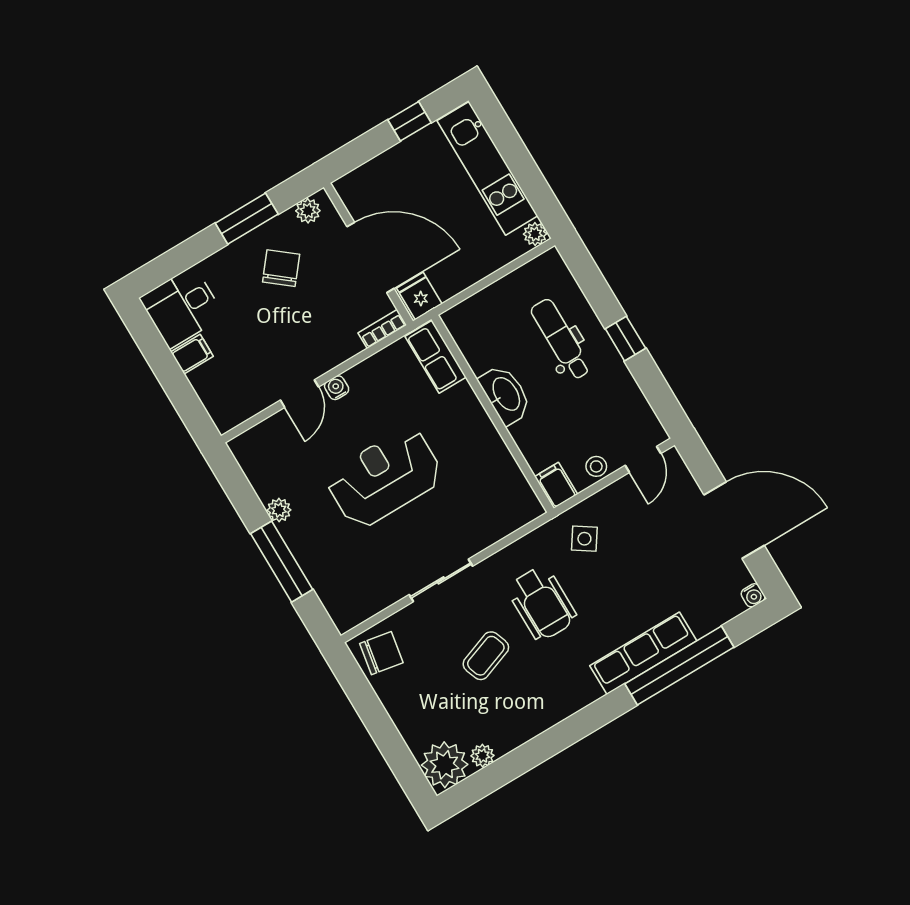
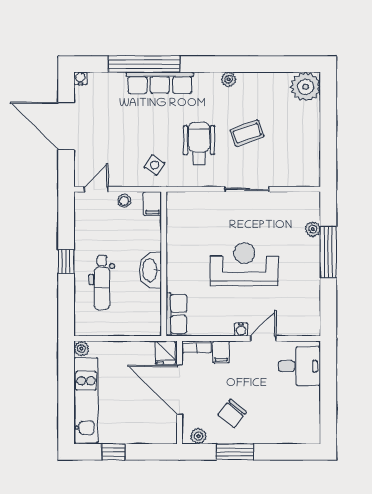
desk: (182, 307) -> (300, 366), moved
filing cabinet: (192, 354) -> (221, 352), moved, turned -90
reception desk: (385, 478) -> (244, 264), turned 180
plant: (279, 510) -> (313, 229), moved
chair: (381, 653) -> (304, 169), removed
plant: (482, 756) -> (229, 79), moved

